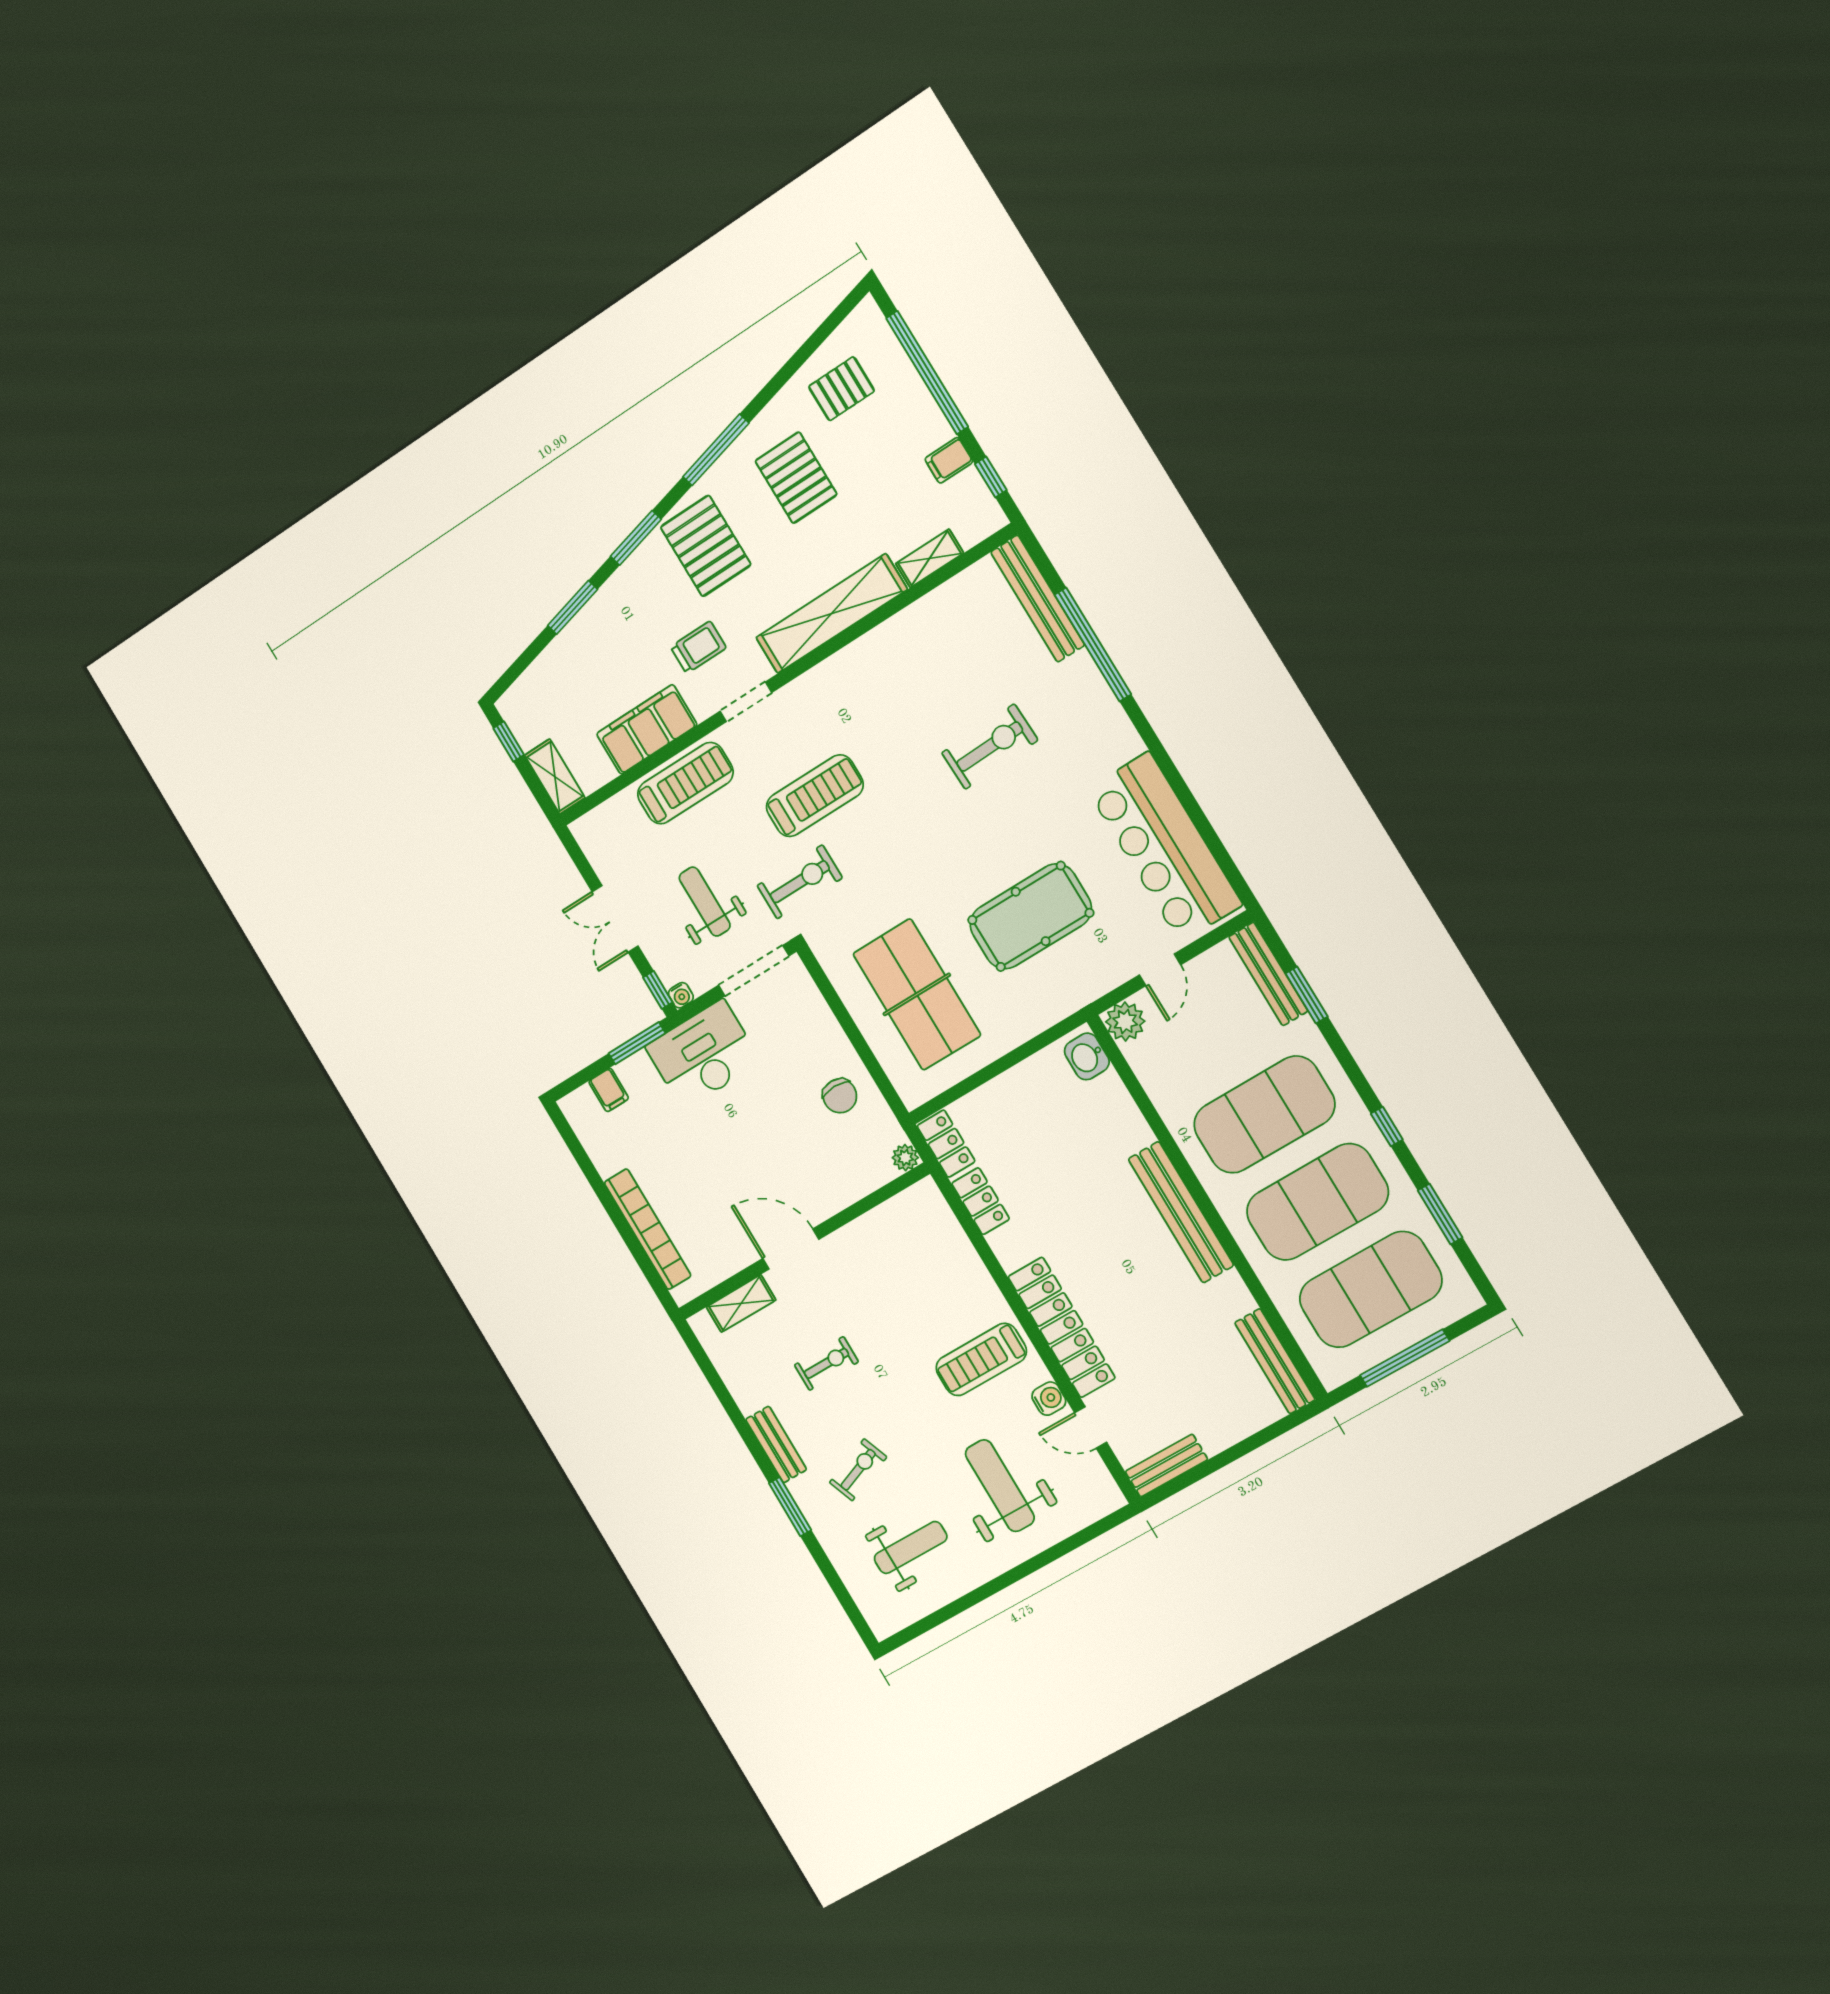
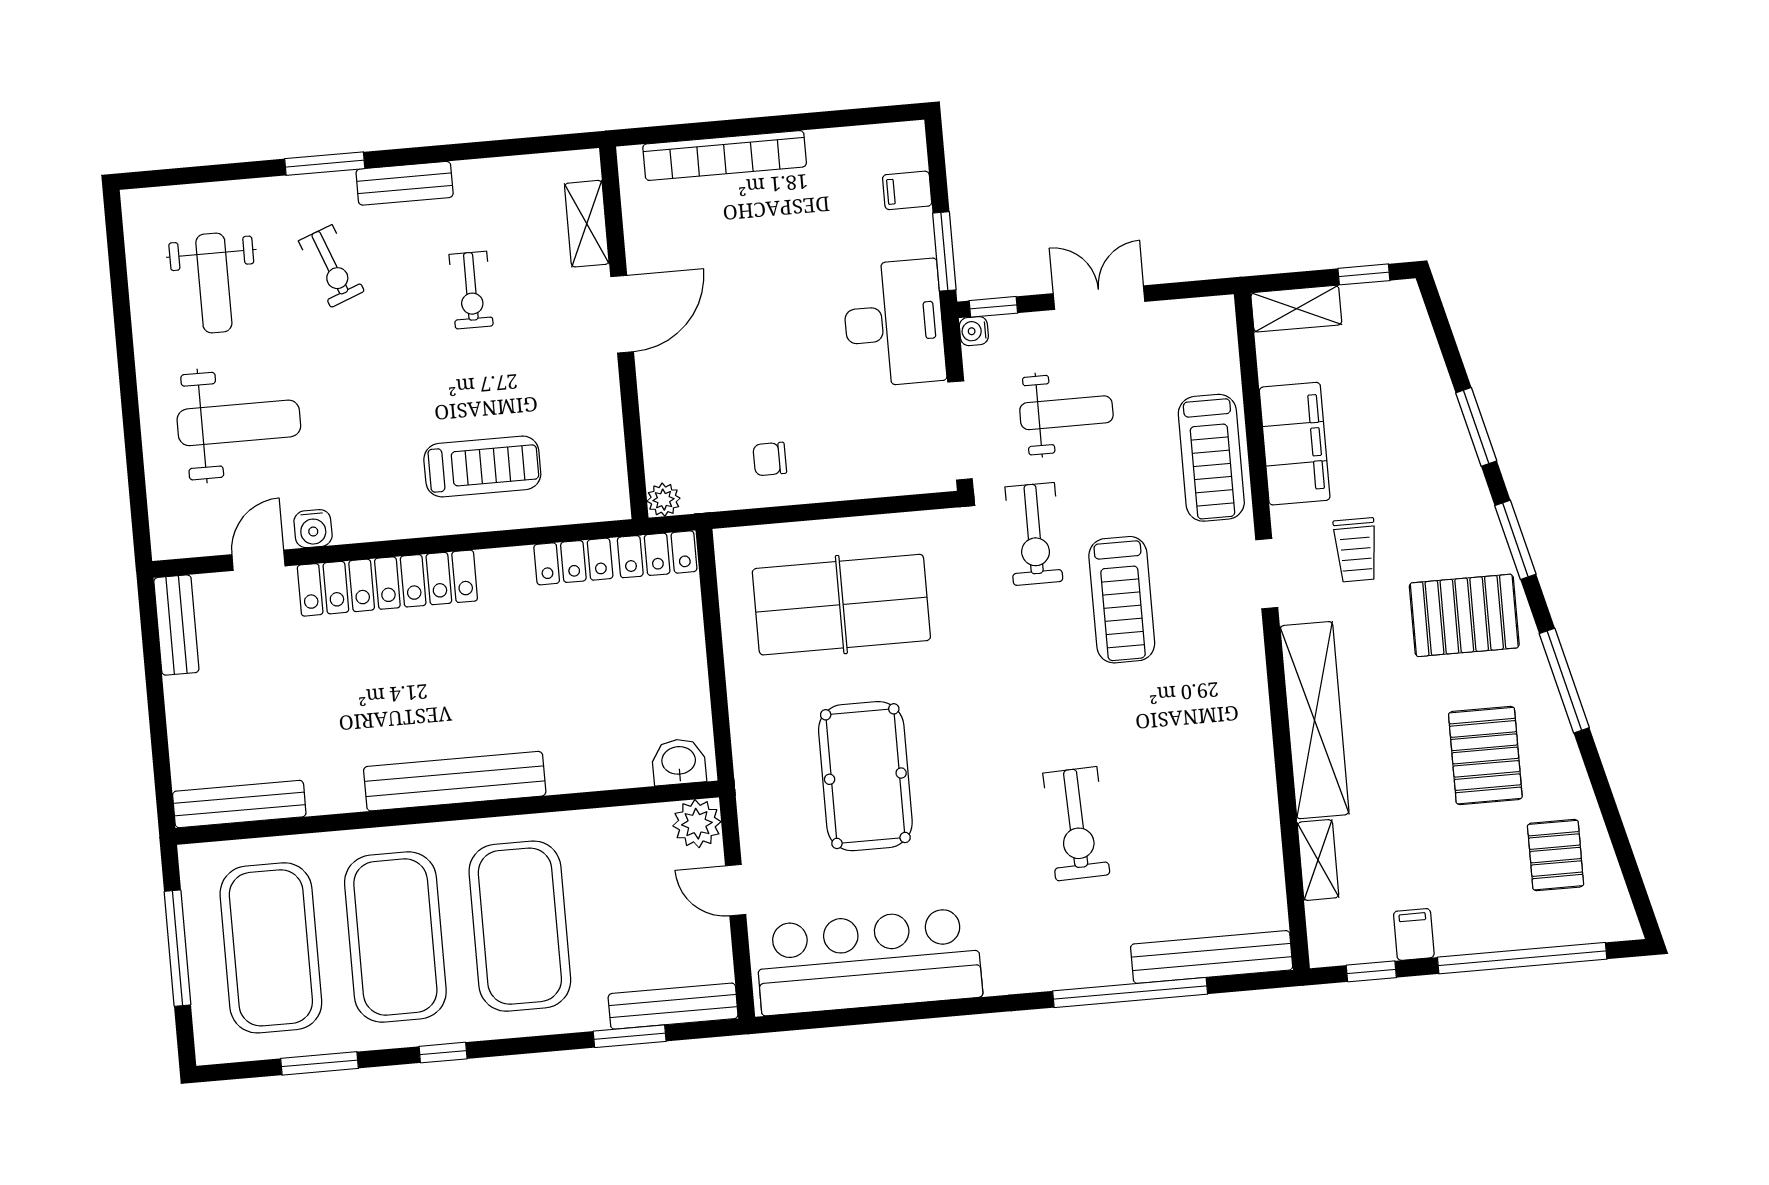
pallet: (796, 478) -> (1485, 756), turned 90
chair: (840, 1096) -> (770, 459), width x0.73, depth x0.73
treadmill: (981, 1360) -> (482, 466), moved, turned 90

